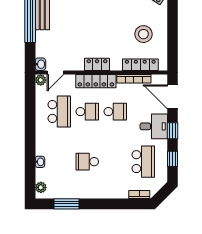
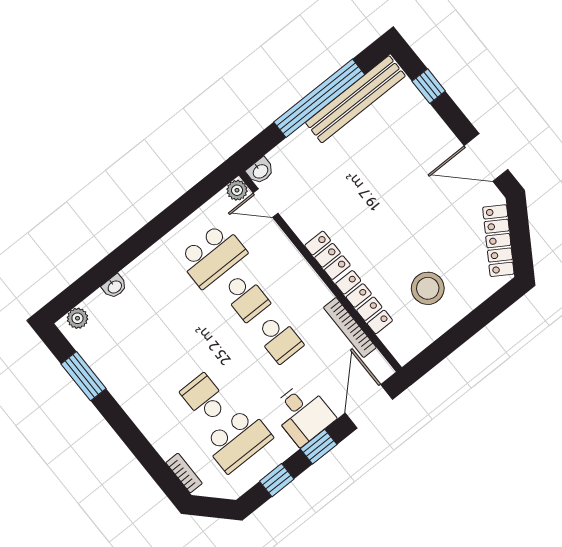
locker: (140, 65) -> (364, 302), moved
locker: (96, 81) -> (301, 274), removed
school desk: (87, 162) -> (204, 398), moved

